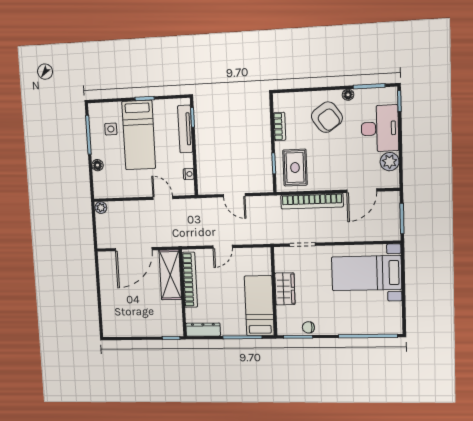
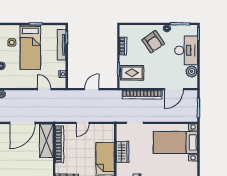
rug: (295, 168) -> (132, 73), turned 90
door: (234, 195) -> (92, 89), swing flipped

